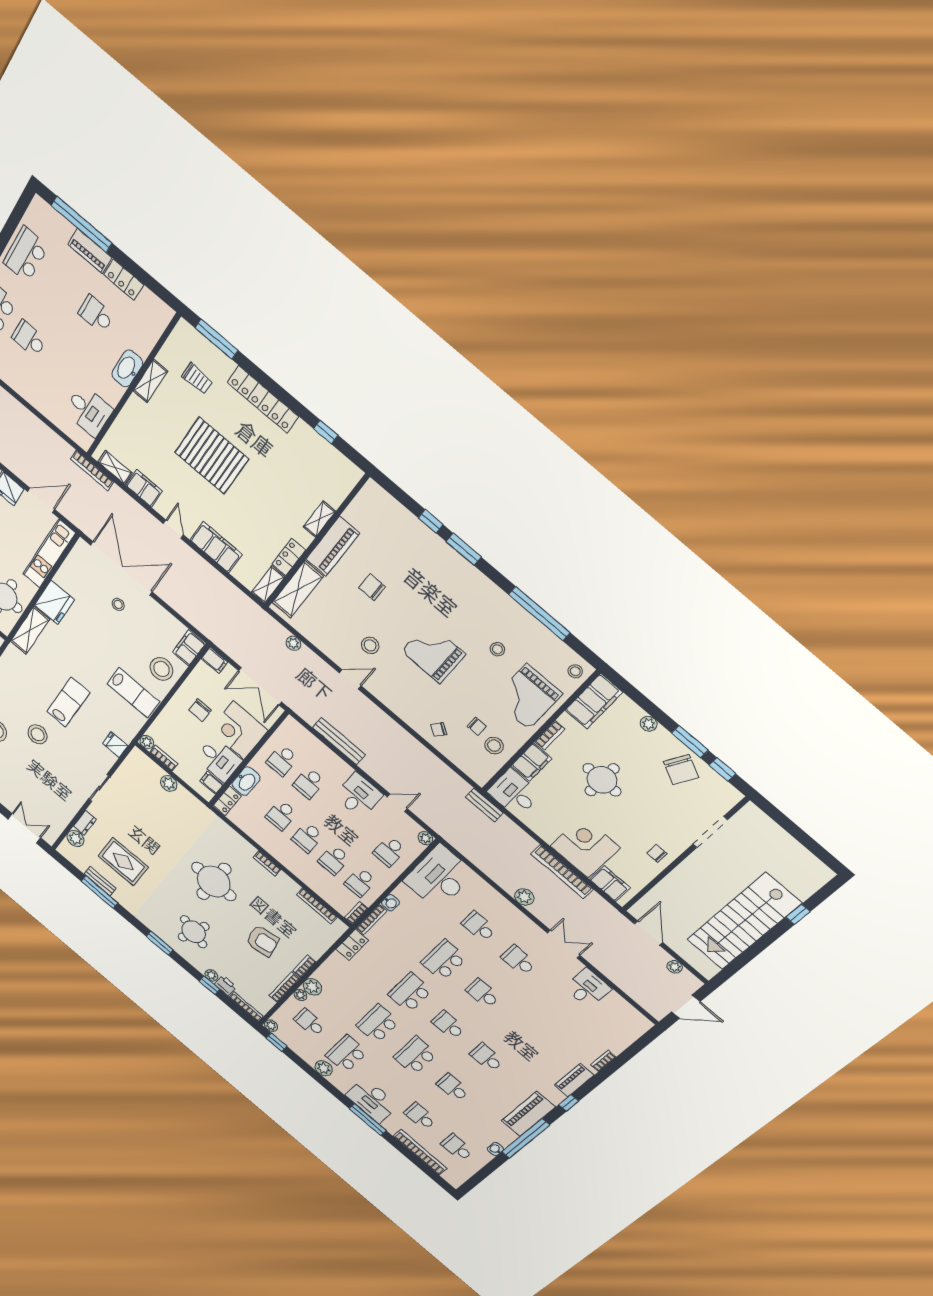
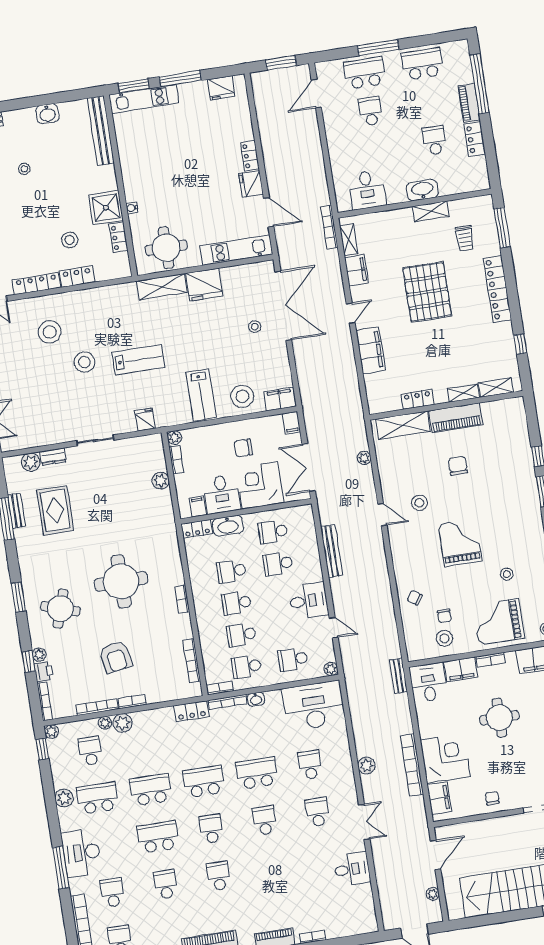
shelving: (268, 585) -> (496, 387), moved

